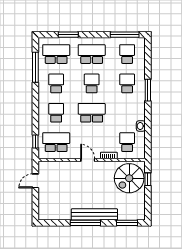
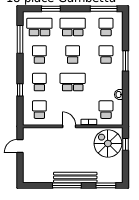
window: (35, 141) -> (20, 90), moved
school desk: (56, 142) -> (39, 110), width x0.54
spiral stairs: (129, 178) -> (108, 143), turned 90

